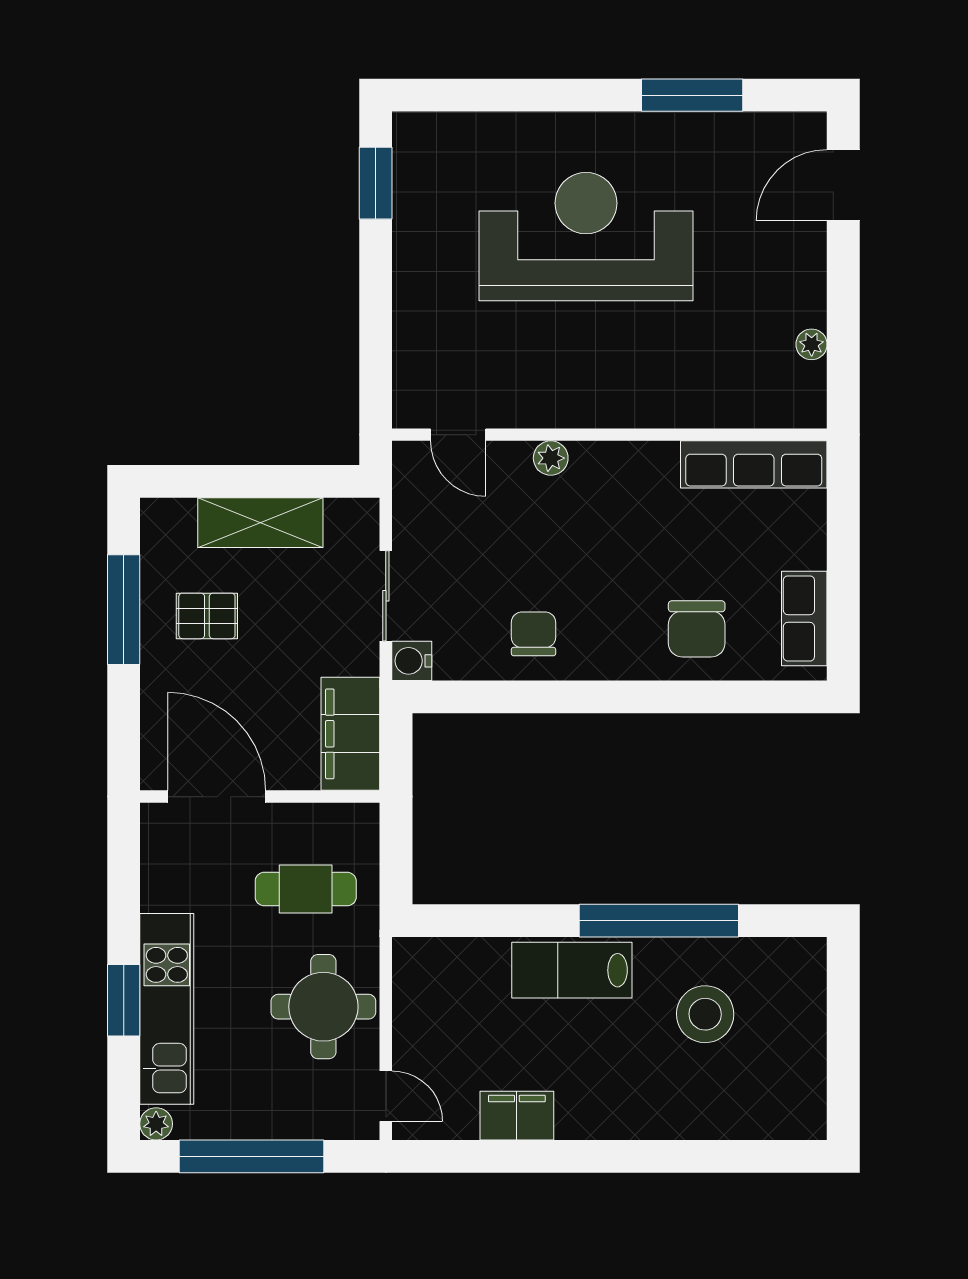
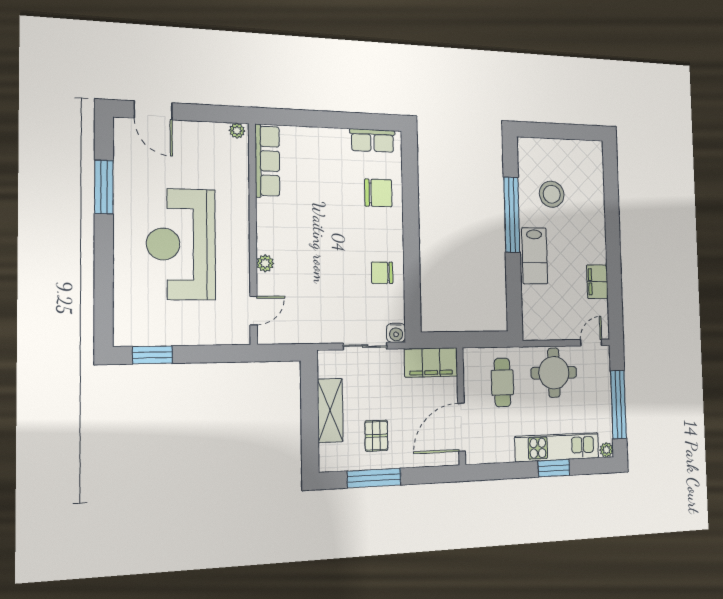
door: (458, 435) -> (254, 311), moved
wall: (609, 435) -> (253, 233), moved
plant: (551, 458) -> (265, 263), moved
row of seats: (754, 464) -> (267, 161), moved

